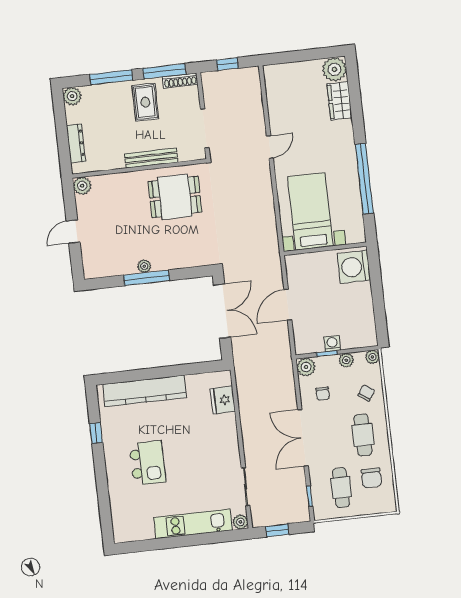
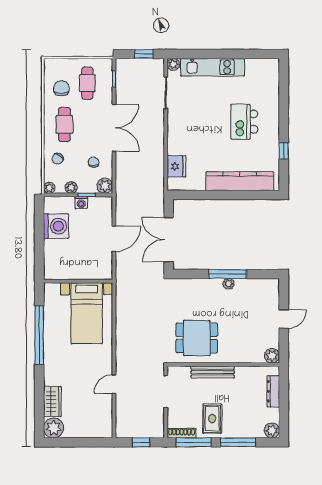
door: (270, 147) -> (114, 384), moved
washing machine: (354, 267) -> (56, 226), moved

